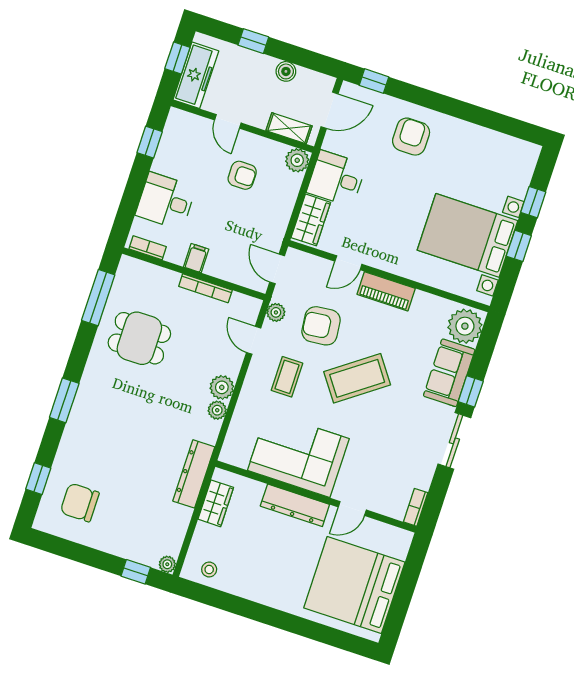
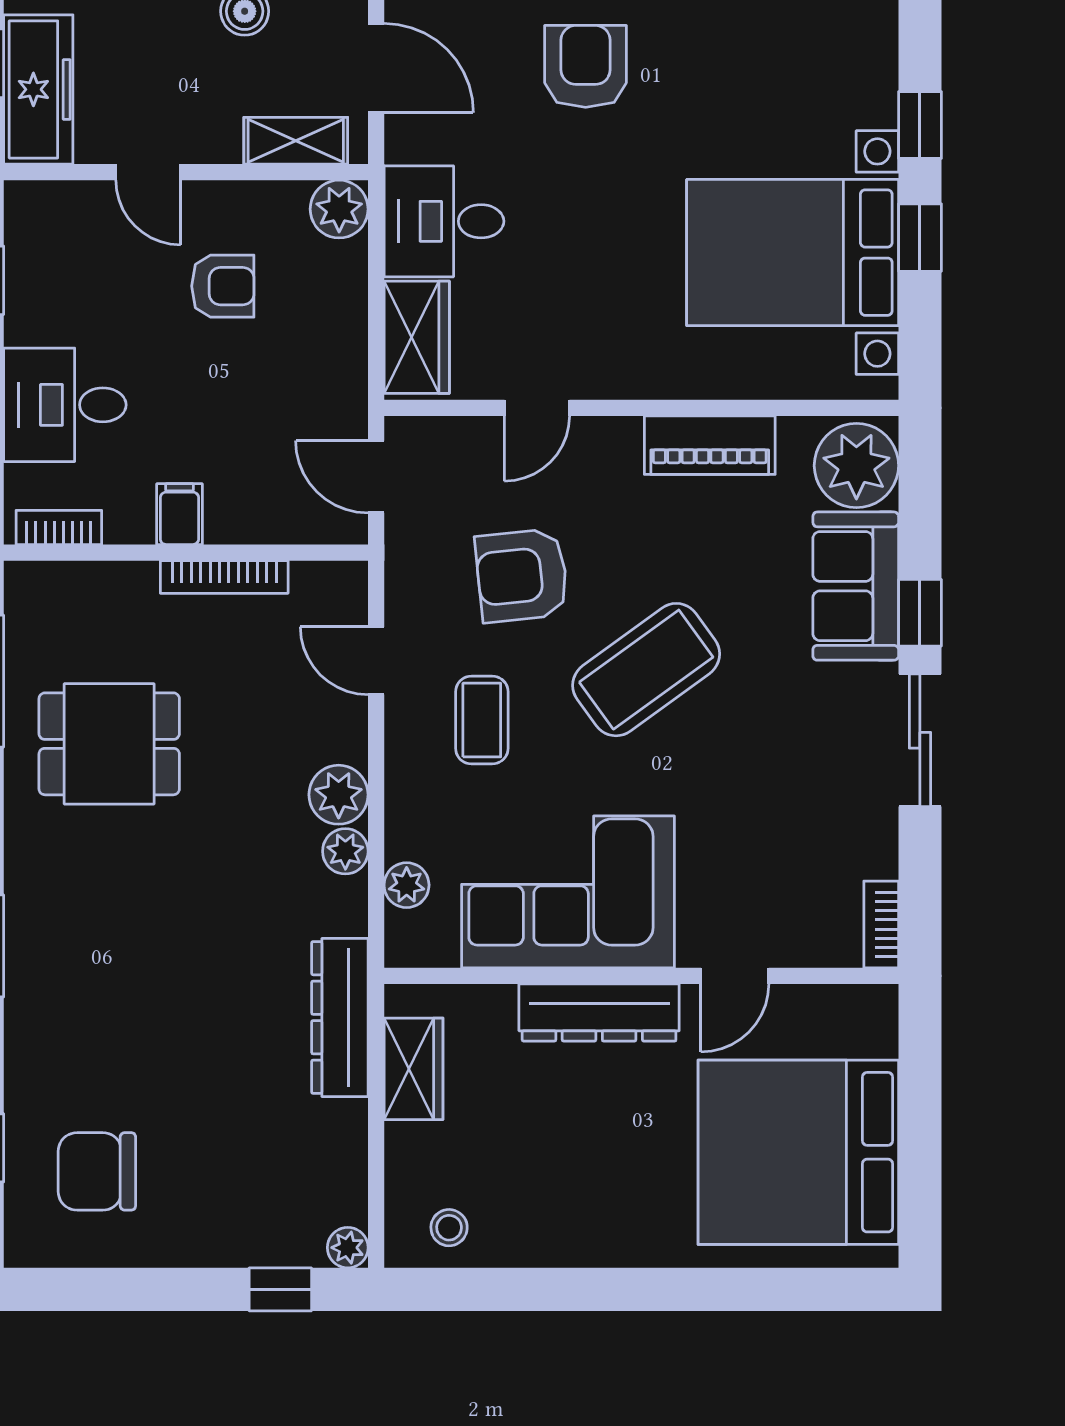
door: (330, 110) -> (376, 68), hinge flipped
piano: (386, 291) -> (710, 445), moved
plant: (276, 312) -> (407, 885), moved

